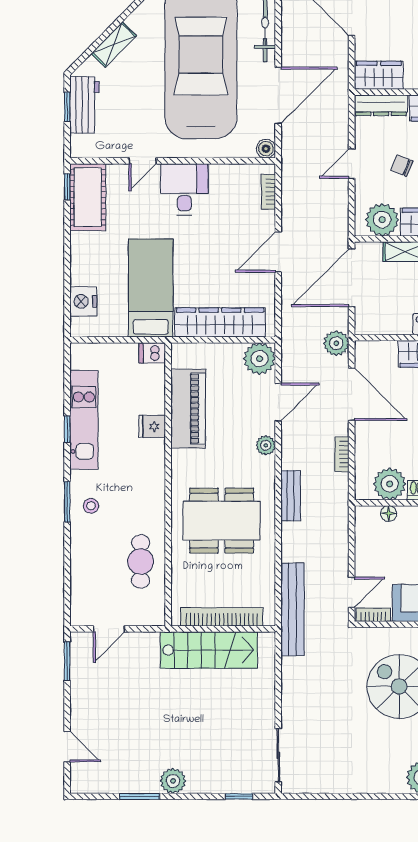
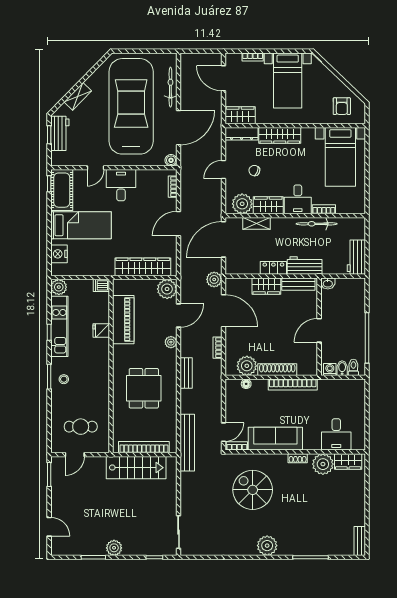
bed: (151, 288) -> (81, 225), moved, turned 90
plant: (83, 356) -> (59, 287), added
dining table: (222, 521) -> (144, 388), width x0.73
cafe table: (141, 562) -> (81, 427), moved, turned 90

